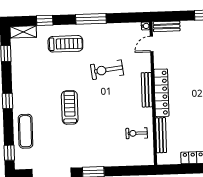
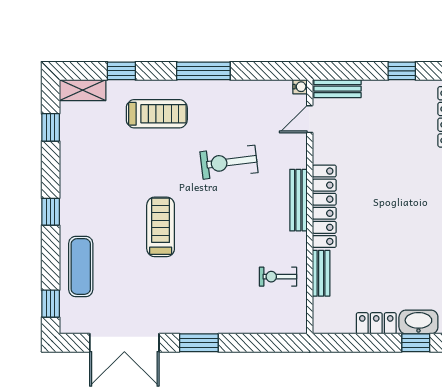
bench: (161, 135) -> (321, 273), width x0.73

